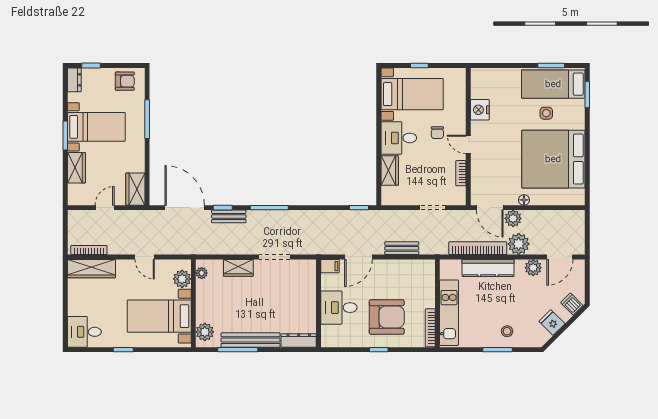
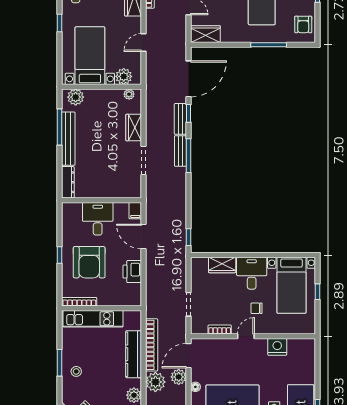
bench: (402, 248) -> (180, 151), moved
printer: (397, 269) -> (132, 272), added

